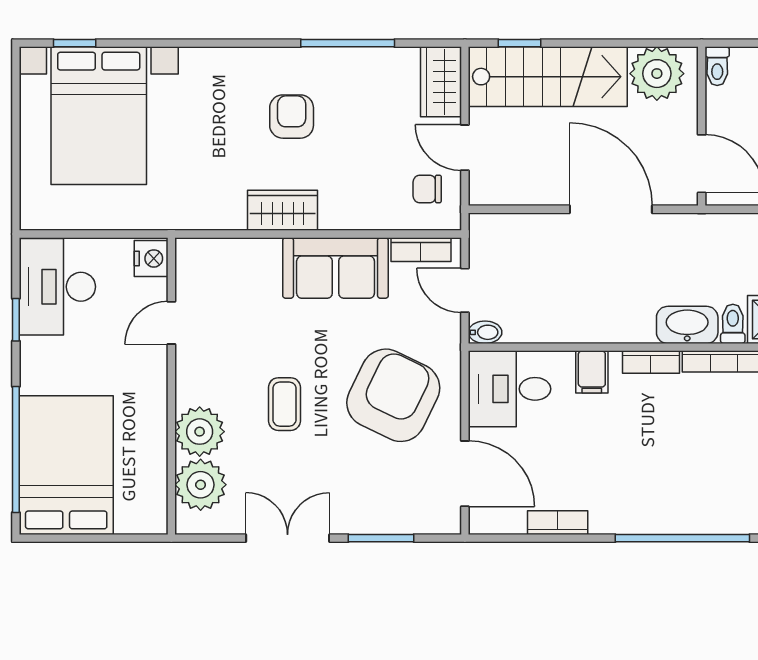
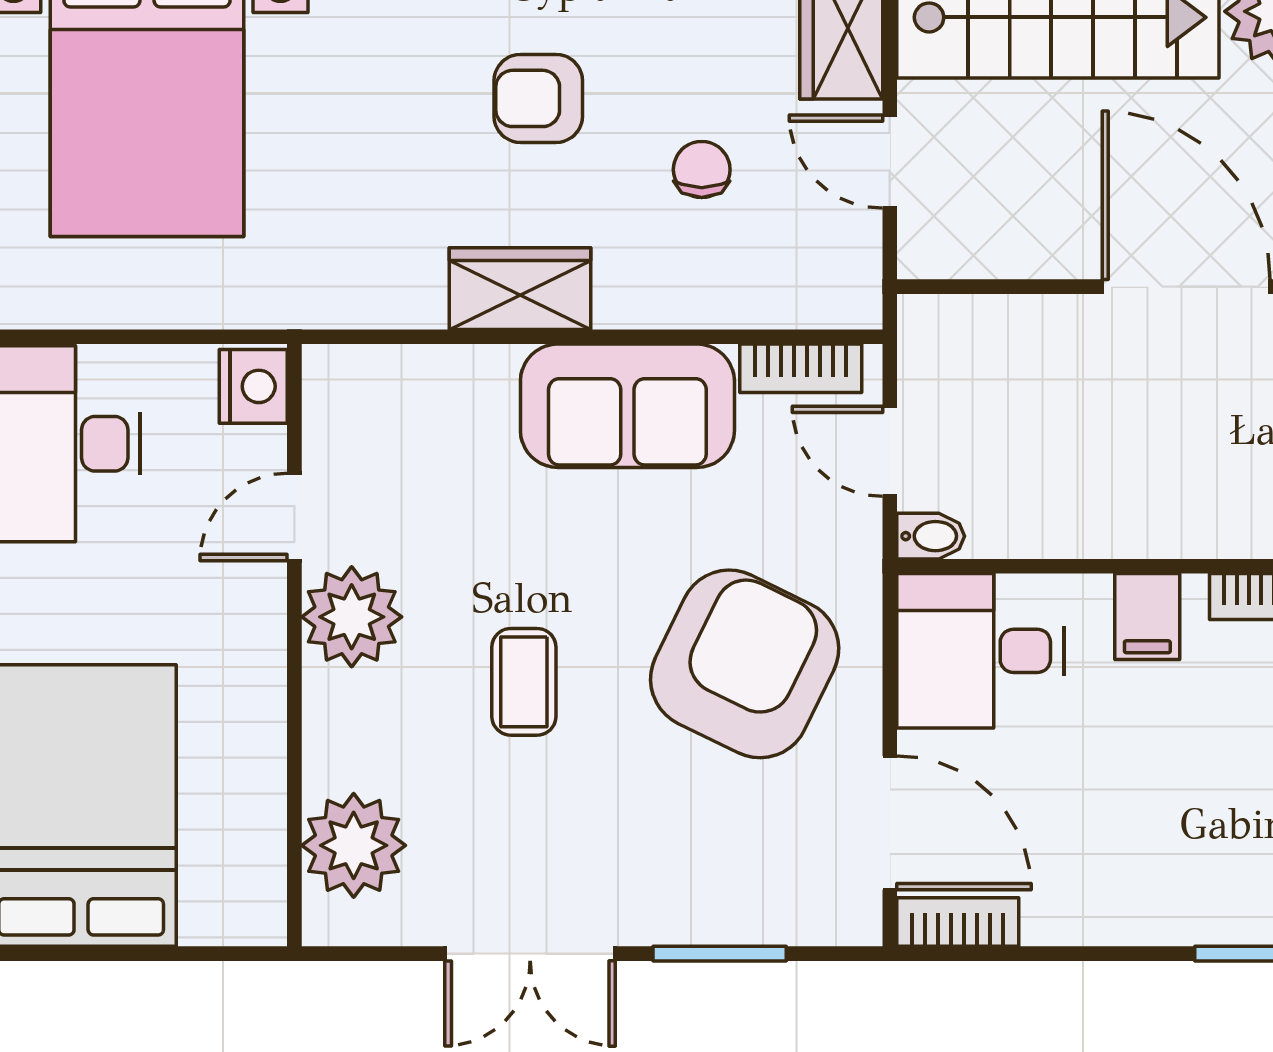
armchair: (292, 117) -> (538, 98), turned -90
chair: (427, 189) -> (702, 170), moved, turned 90
plant: (200, 432) -> (352, 617), moved
bookcase: (558, 523) -> (958, 922), moved
double door: (288, 538) -> (530, 954), swing flipped

